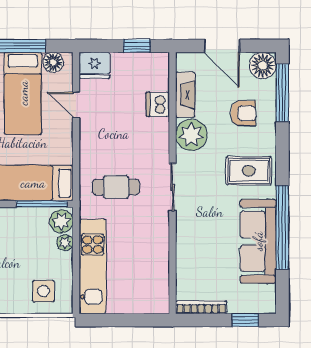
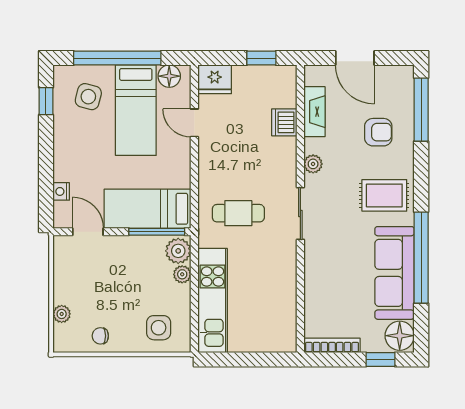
floor lamp: (263, 65) -> (400, 336), moved
plant: (191, 135) -> (313, 164), width x0.53, depth x0.53

